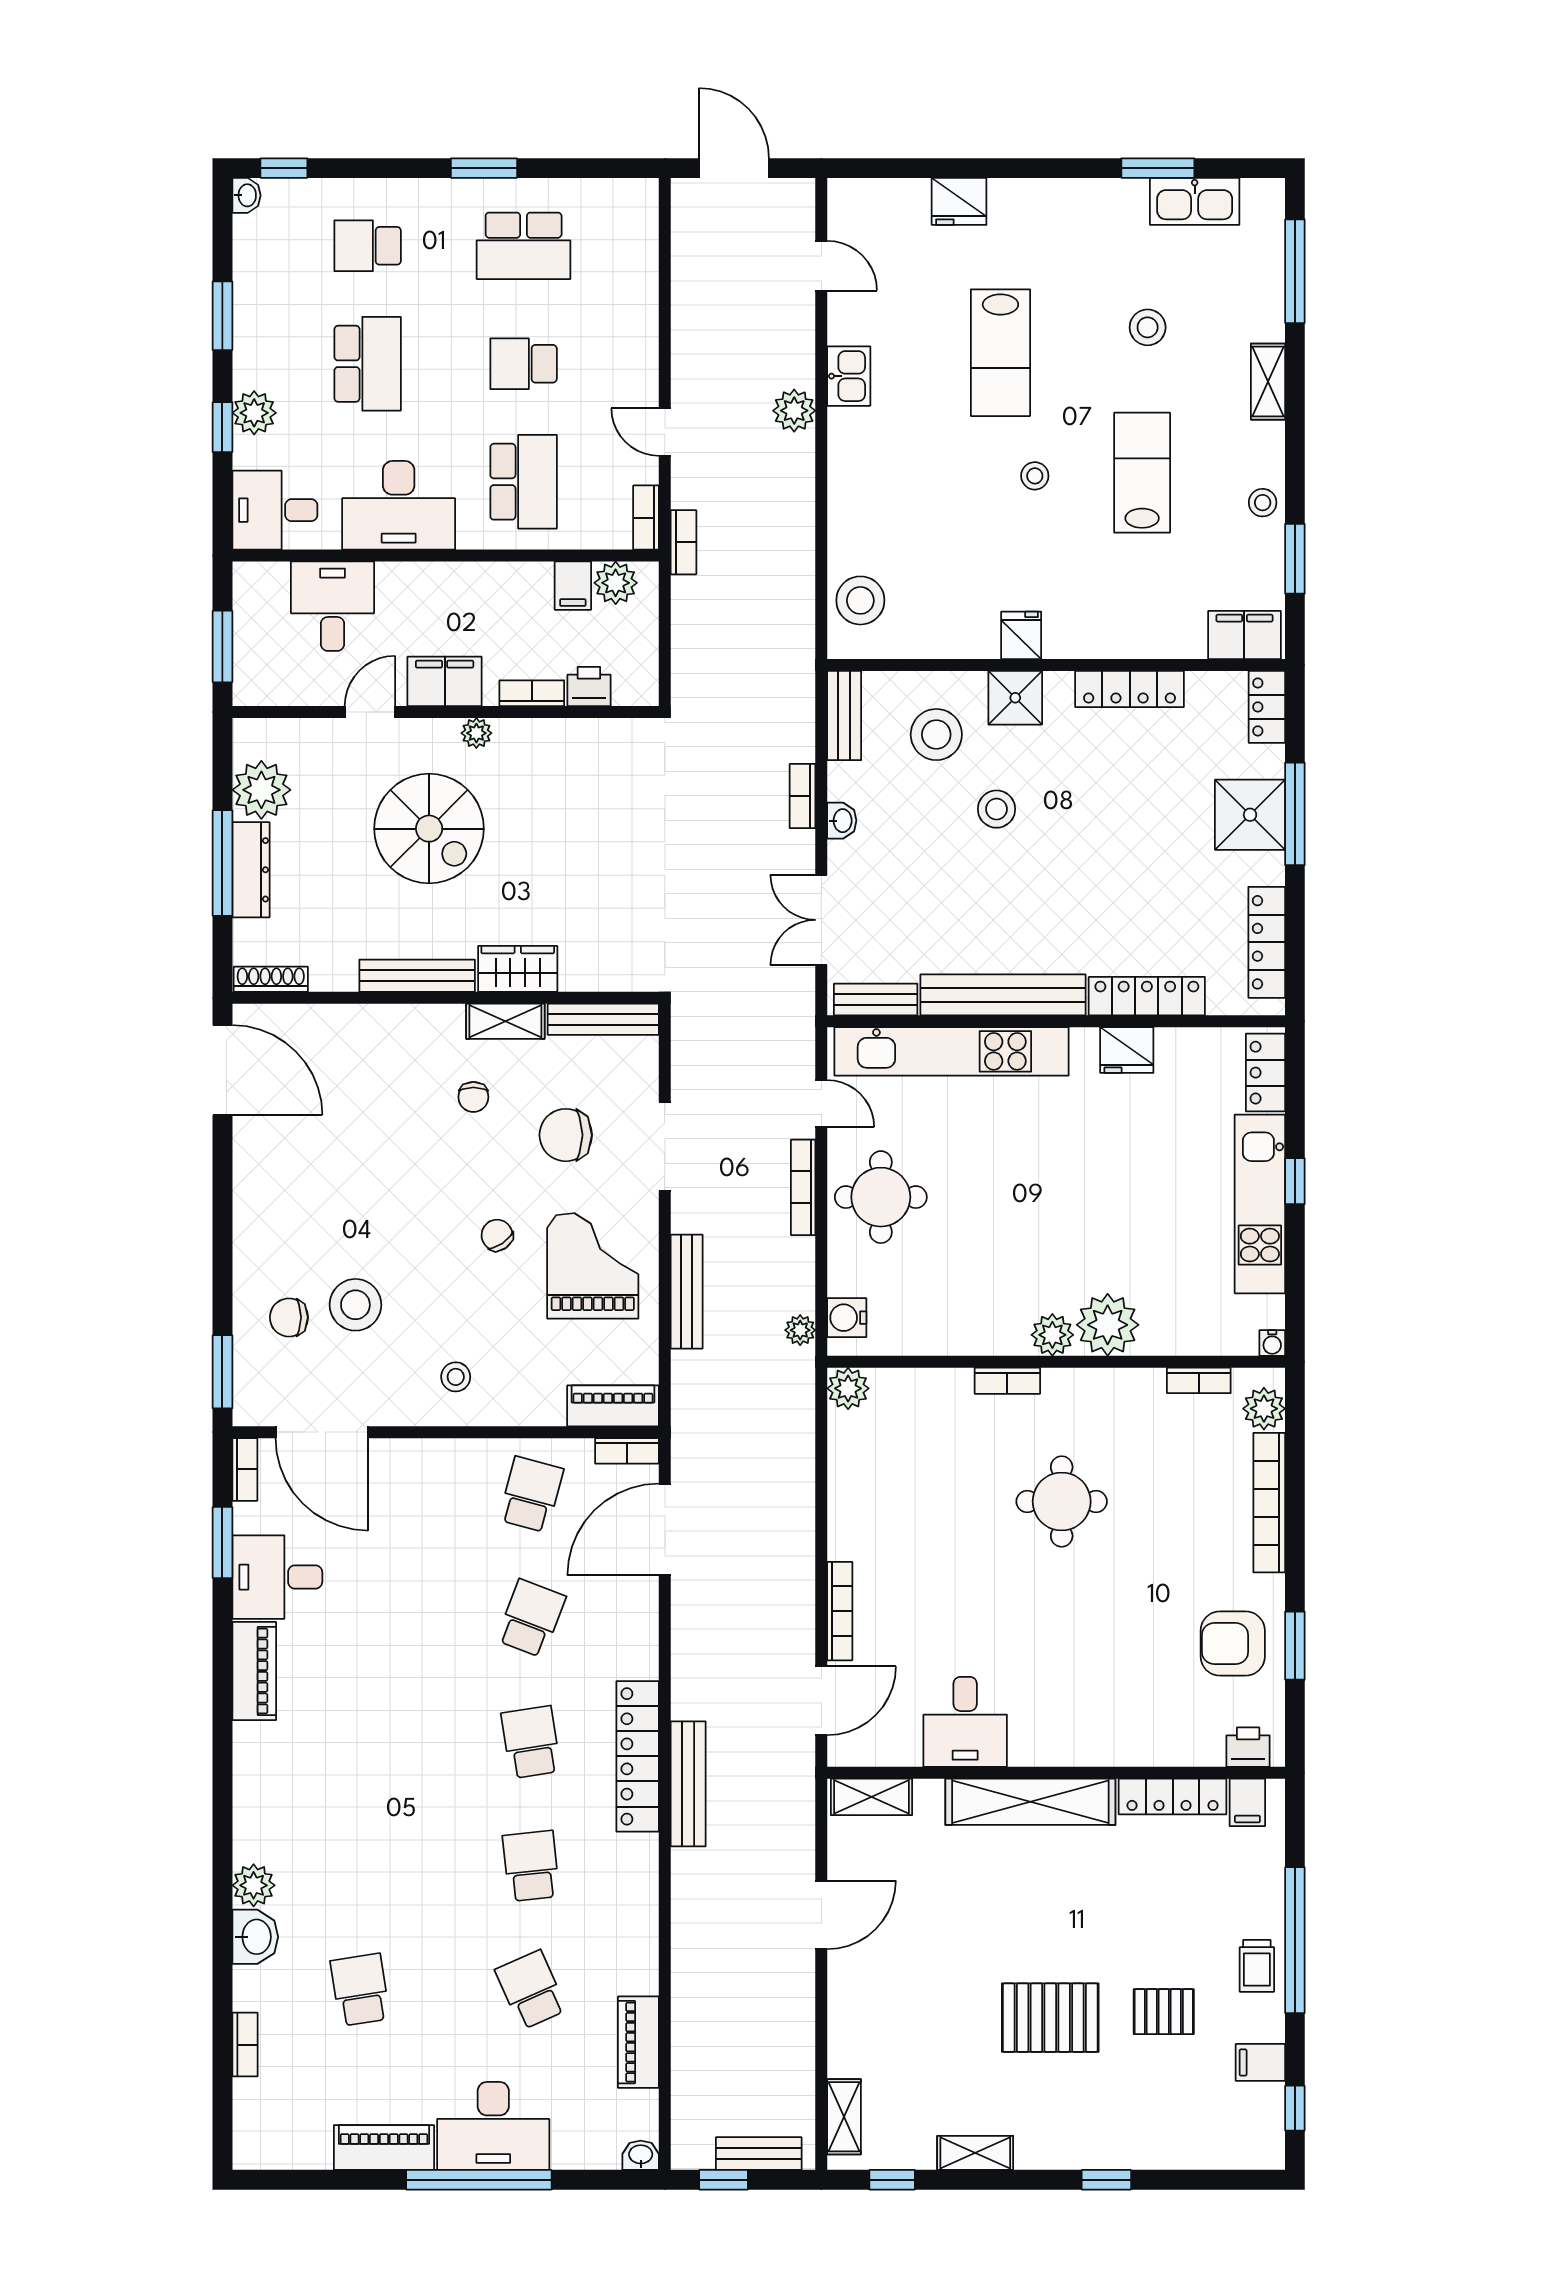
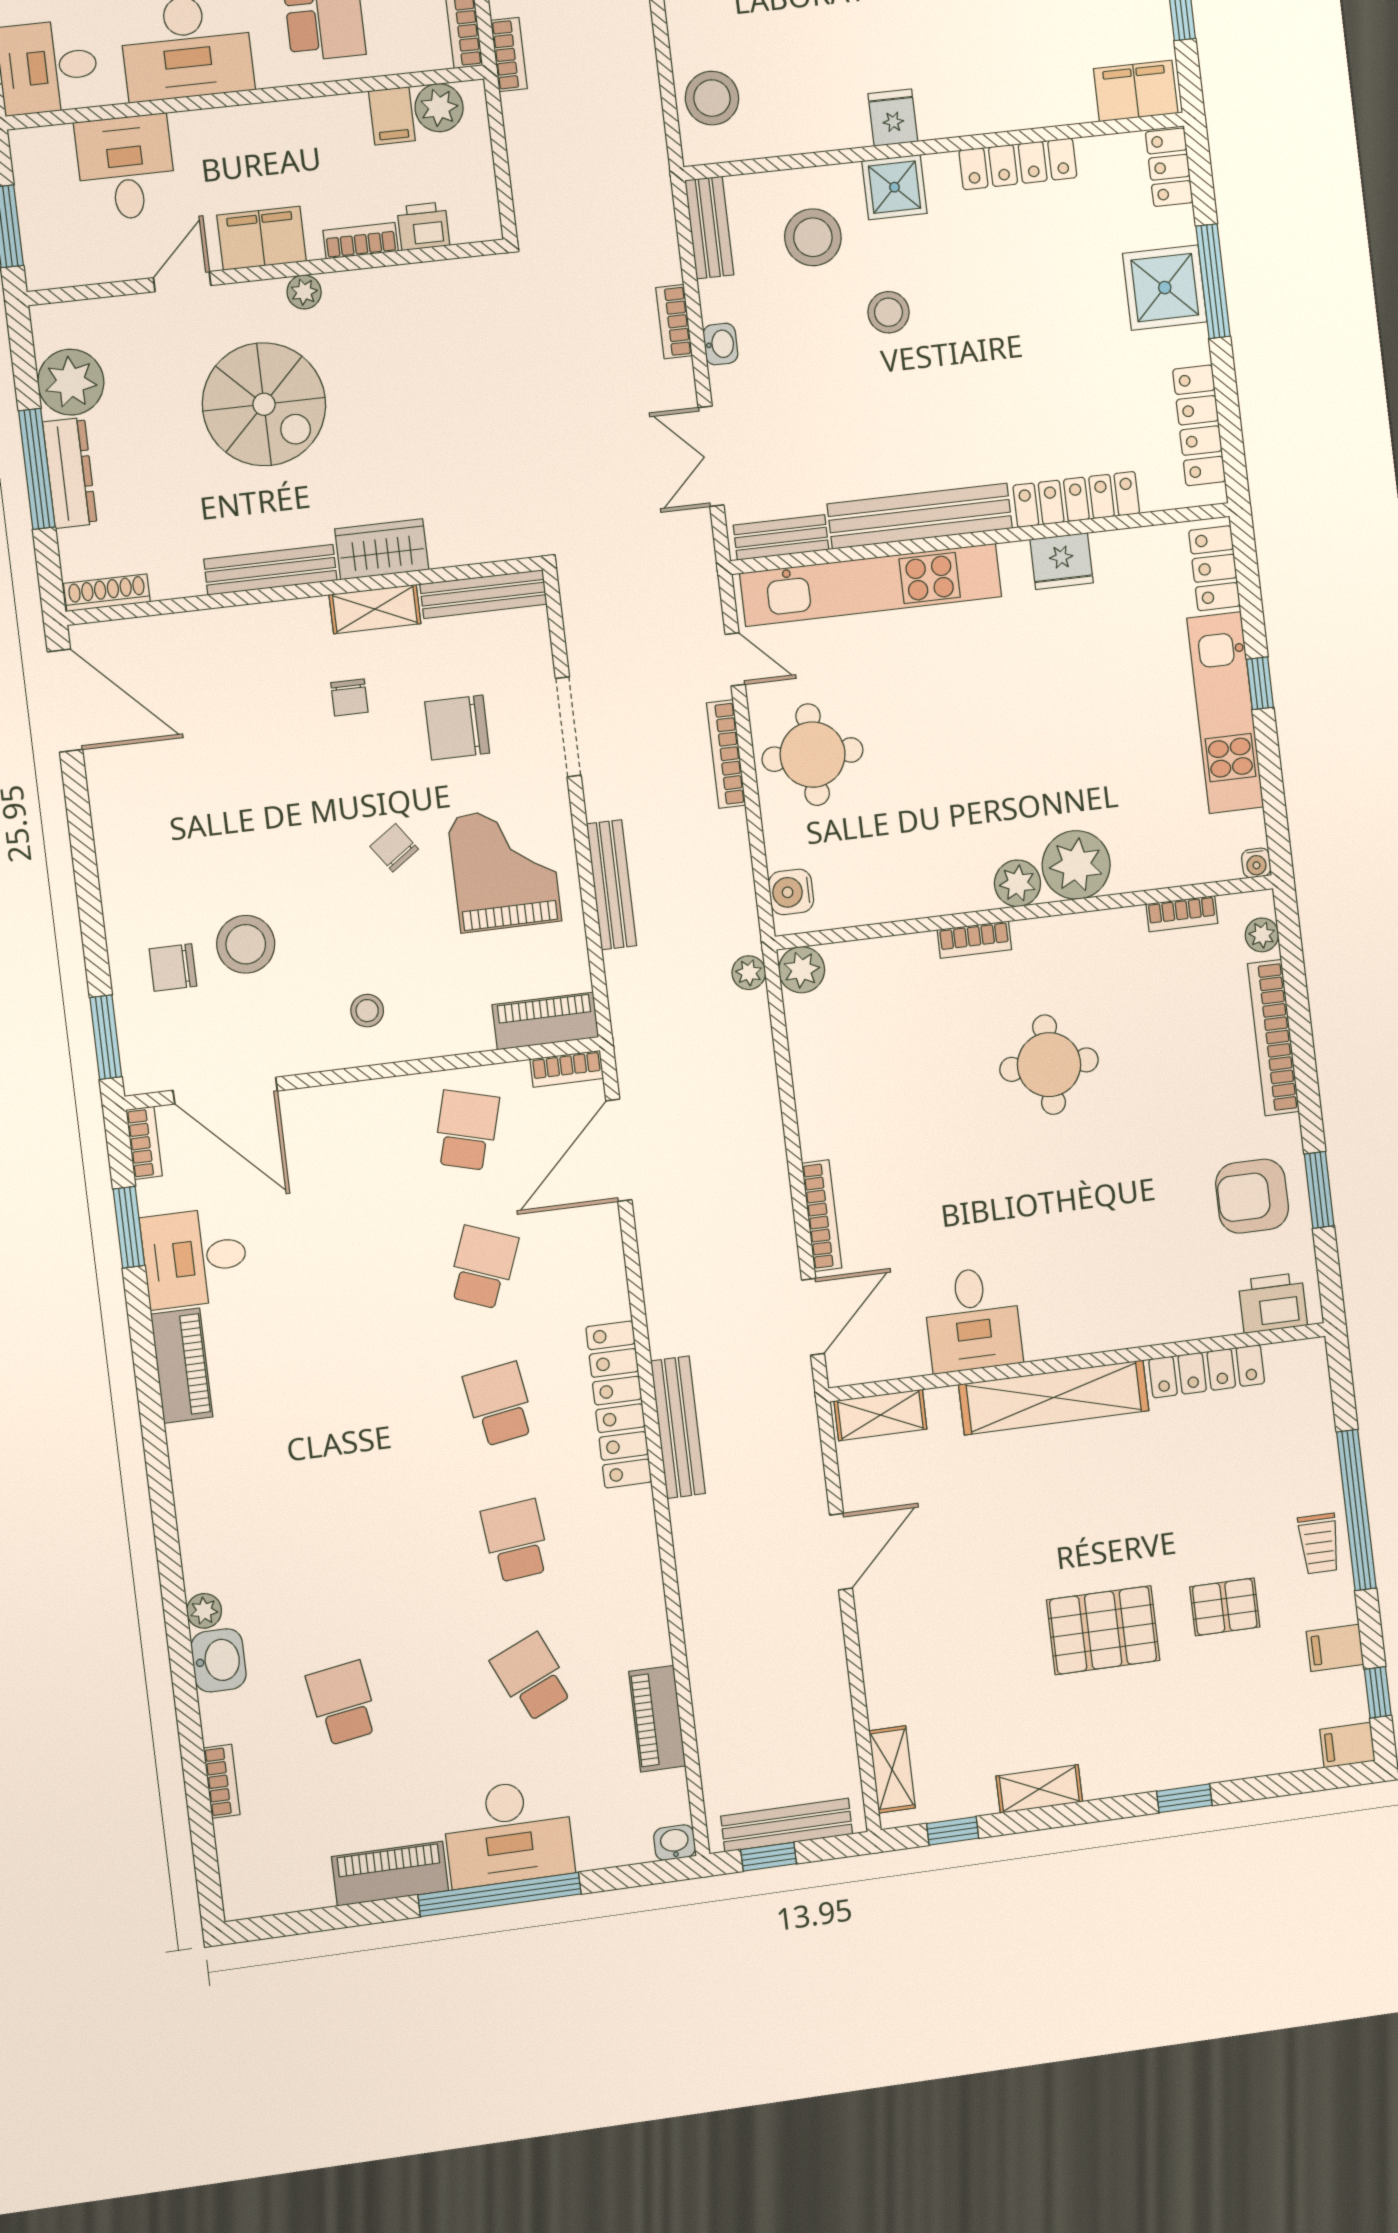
plant: (800, 1330) -> (749, 973), moved
plant: (1264, 1409) -> (1262, 935), width x0.73, depth x0.73
printer: (1248, 1747) -> (1273, 1303), width x1.36, depth x1.24
filing cabinet: (1247, 1802) -> (1347, 1745), moved, turned 90
plant: (254, 1885) -> (204, 1611), width x0.73, depth x0.73
bench: (759, 2154) -> (787, 1825), width x1.36

